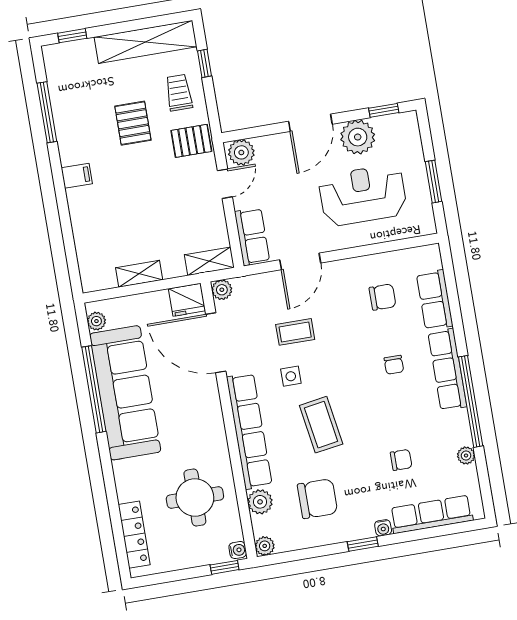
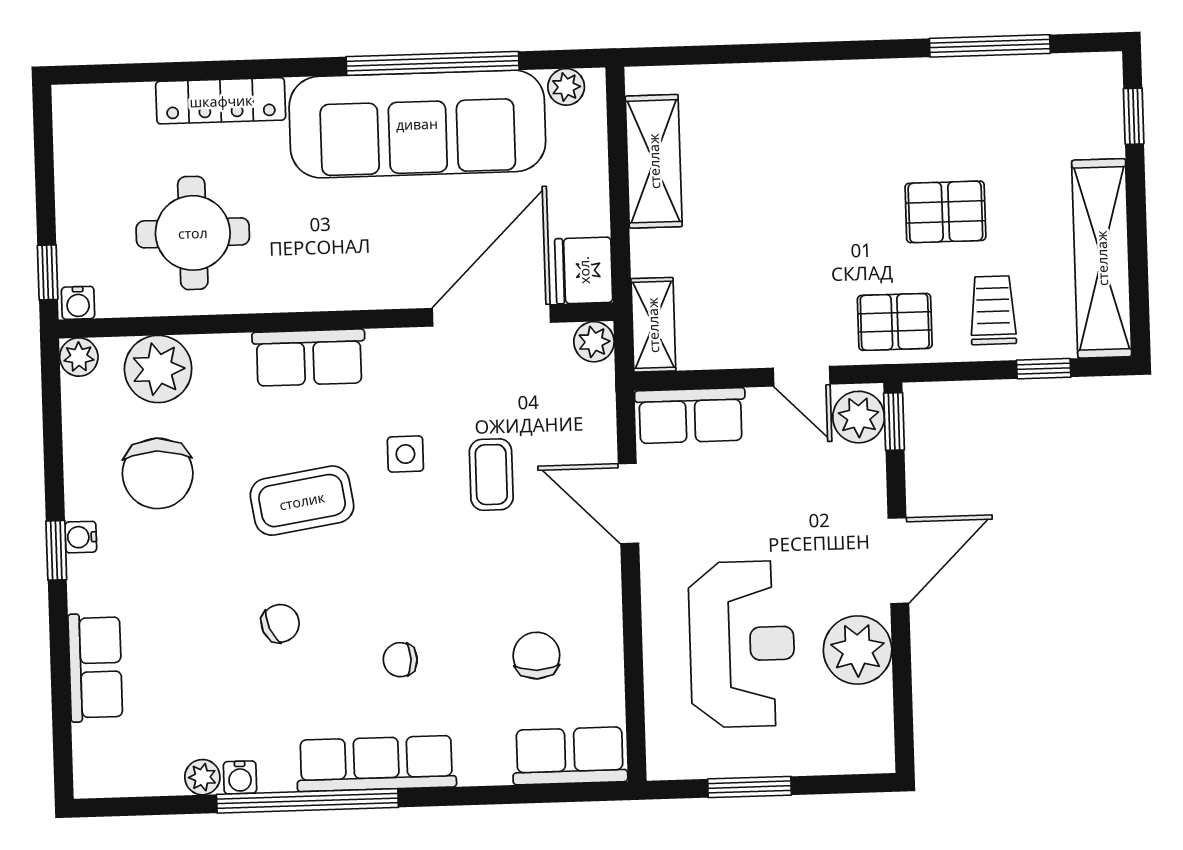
trolley: (179, 93) -> (993, 310), turned -90
window: (384, 110) -> (894, 421), moved
door: (310, 123) -> (898, 561), swing flipped
pallet: (191, 141) -> (895, 322), turned 90
filing cabinet: (77, 176) -> (857, 87), removed
shelving: (139, 274) -> (654, 161), width x1.50, depth x1.33
chair: (382, 297) -> (536, 656), turned 180
row of seats: (435, 300) -> (570, 756), moved
row of seats: (249, 431) -> (309, 358), width x0.50
water cooler: (464, 437) -> (240, 777), added
chair: (401, 460) -> (280, 623), moved, turned -113
plant: (260, 502) -> (158, 369), width x1.36, depth x1.36
row of seats: (431, 514) -> (95, 667), width x0.68
water cooler: (383, 528) -> (81, 537), moved
locker: (134, 535) -> (221, 101), moved

